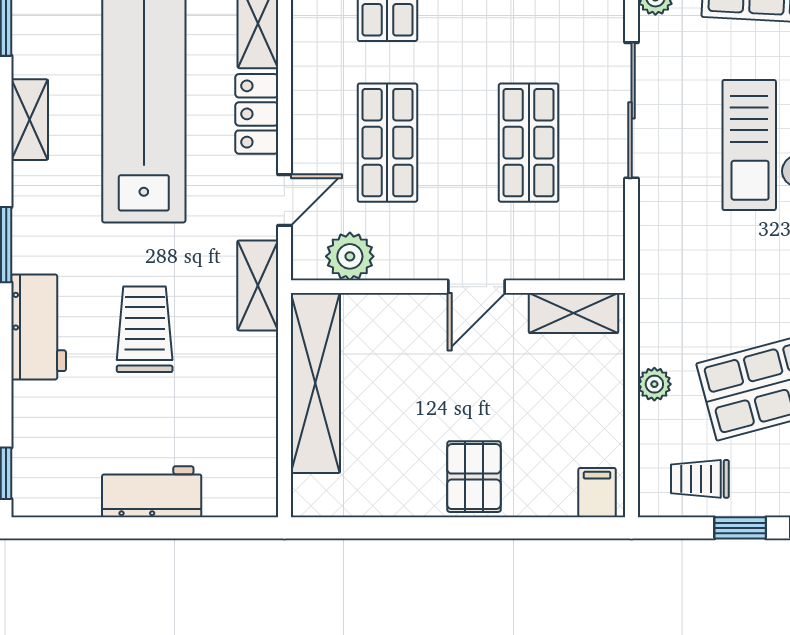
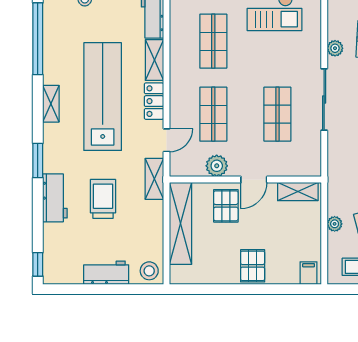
plant: (350, 256) -> (217, 166), moved
pallet: (415, 344) -> (226, 206), added
stool: (246, 488) -> (149, 271), added

